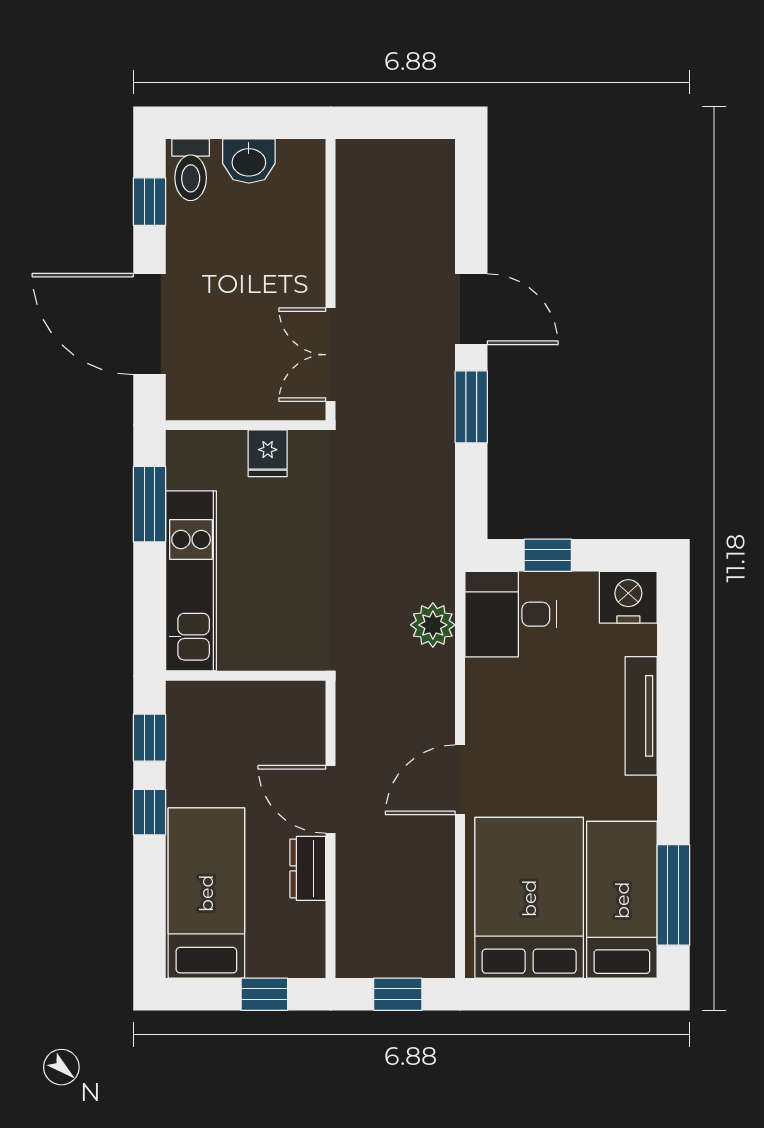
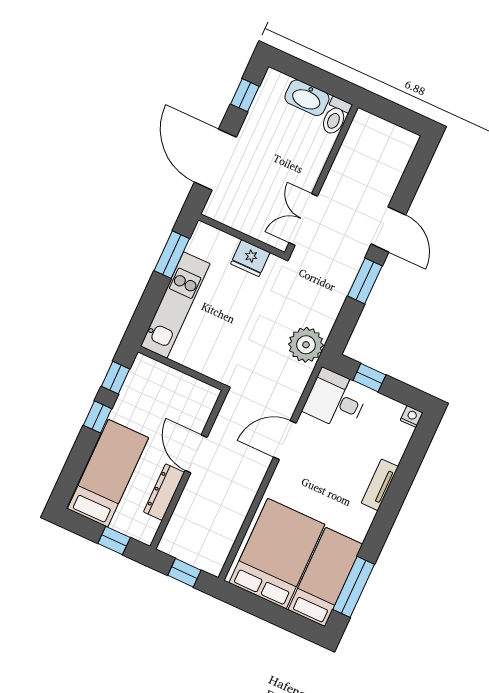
washbasin: (249, 161) -> (307, 98), width x1.38
toilet: (191, 170) -> (336, 116), moved
fridge: (268, 453) -> (250, 258), width x1.38
nightstand: (628, 597) -> (412, 416), width x0.53, depth x0.56
plant: (433, 625) -> (306, 345), moved, width x1.36, depth x1.36
tv unit: (641, 716) -> (380, 485), width x0.71
door: (460, 780) -> (285, 440), moved
dresser: (308, 868) -> (164, 492), width x1.44

